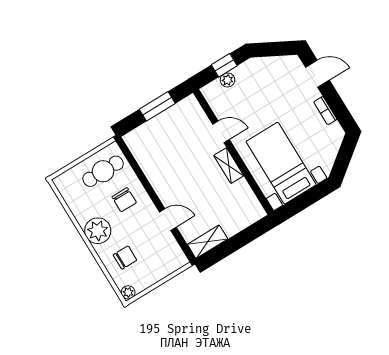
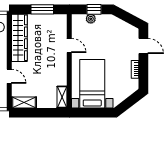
wardrobe: (150, 161) -> (19, 38), added
shelving: (229, 166) -> (62, 97), moved

